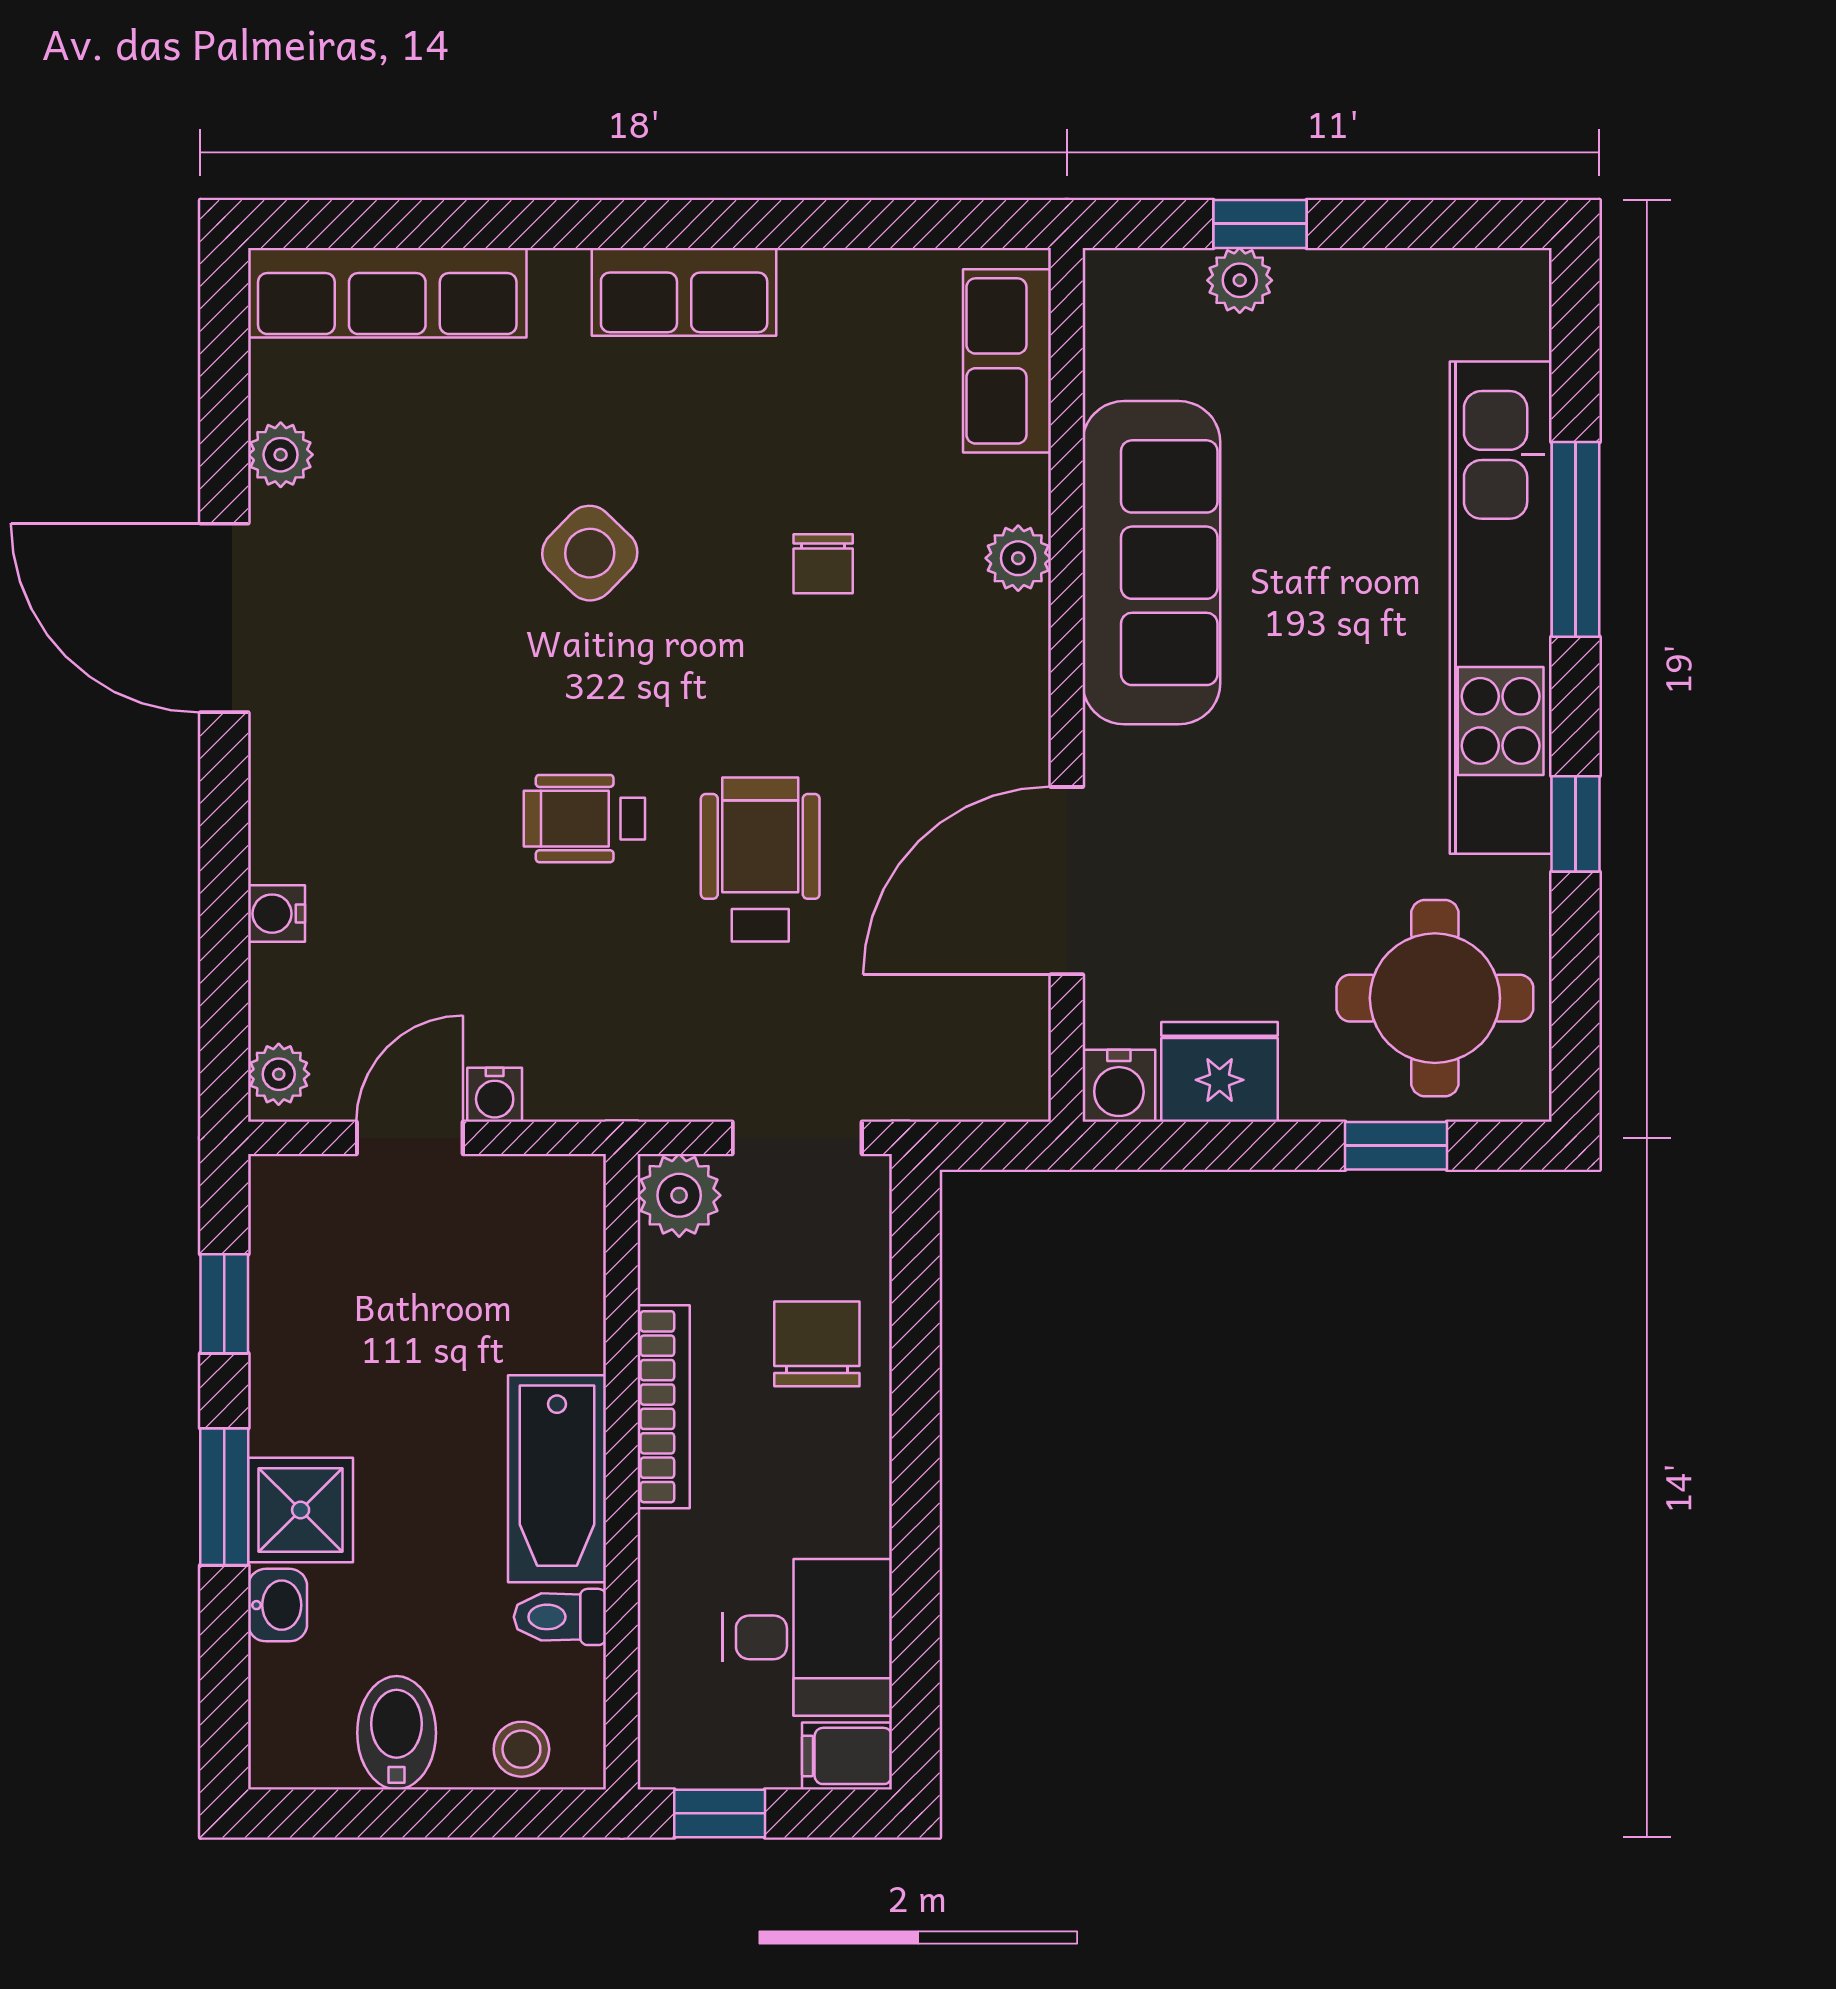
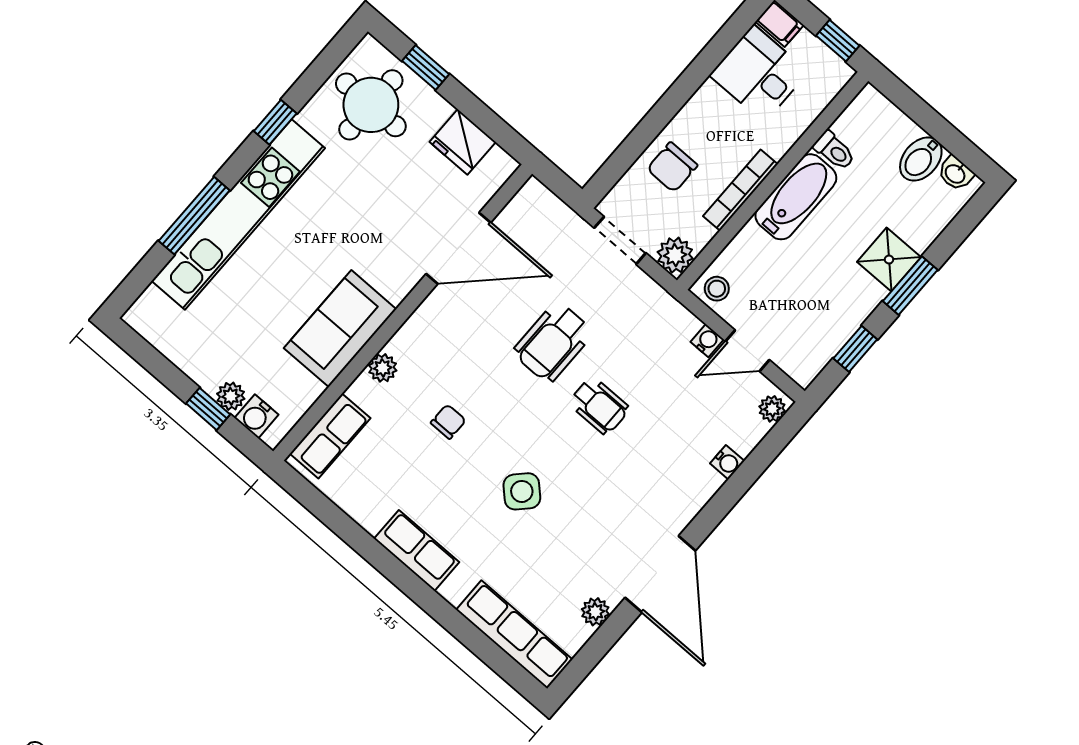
sofa: (1151, 563) -> (340, 329), width x0.73
water cooler: (1119, 1086) -> (256, 416), moved, turned 180
washbasin: (278, 1605) -> (956, 173), moved, turned -90
stool: (521, 1749) -> (717, 289), moved

